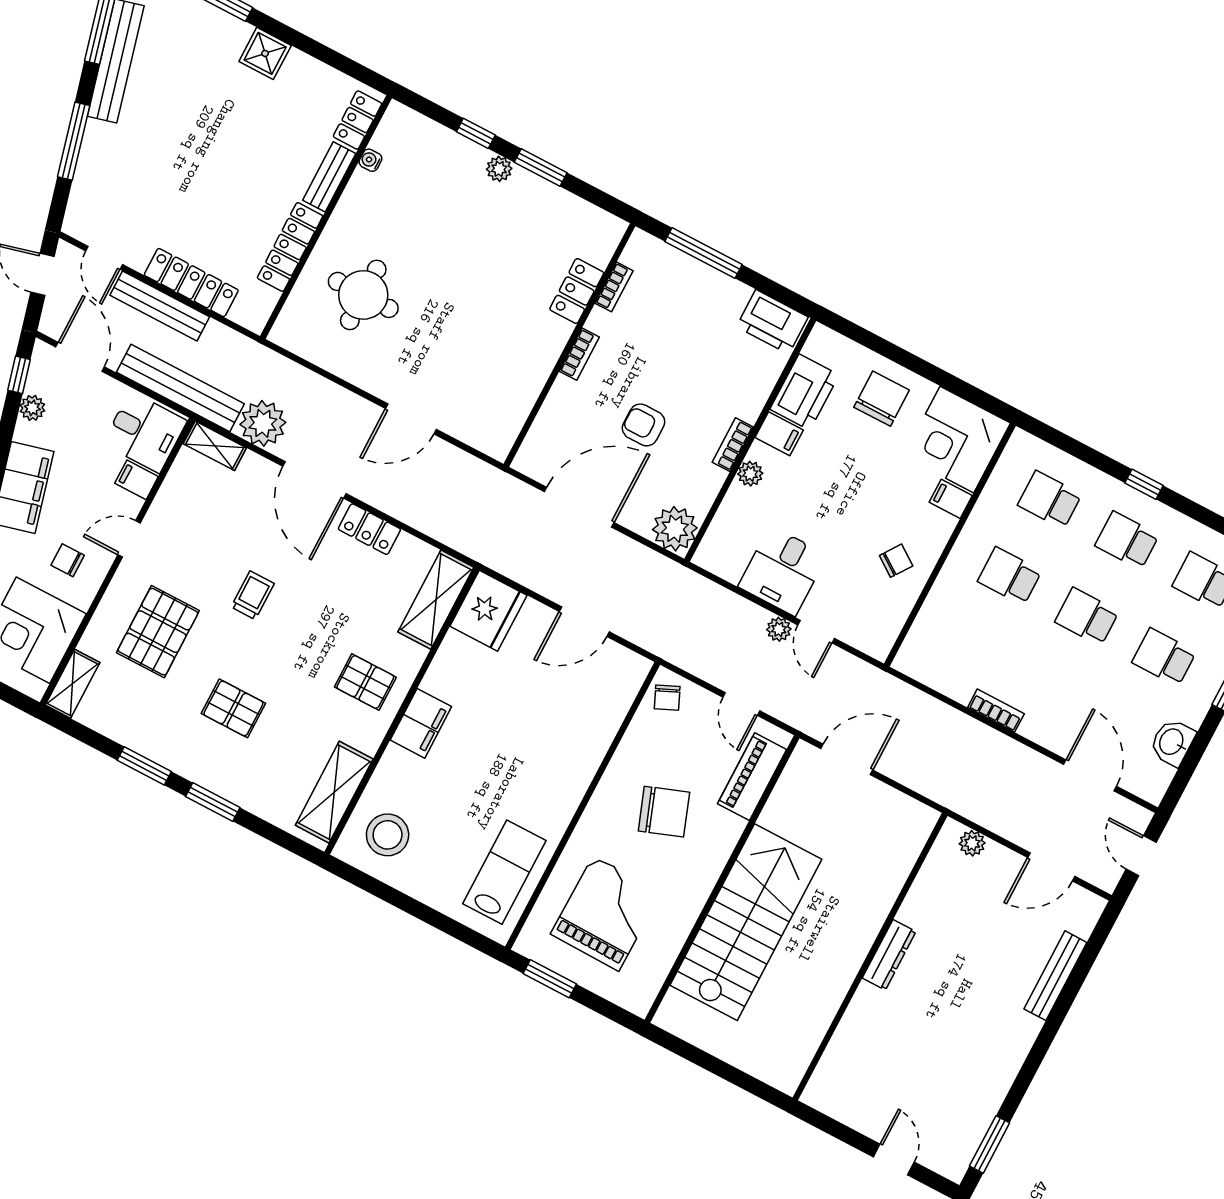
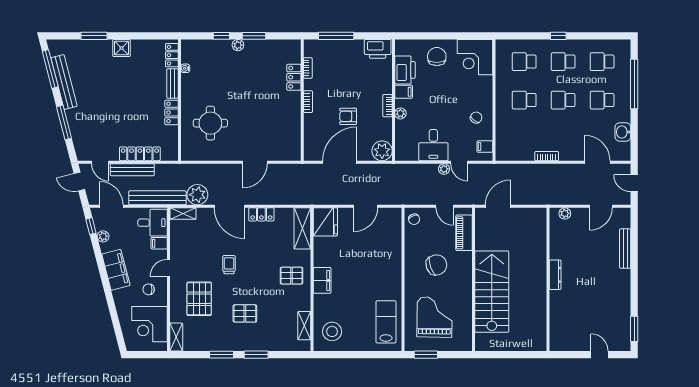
locker: (290, 247) -> (172, 112), width x0.66
filing cabinet: (951, 499) -> (485, 147), moved
shelving: (334, 792) -> (304, 326), width x0.67, depth x0.75

